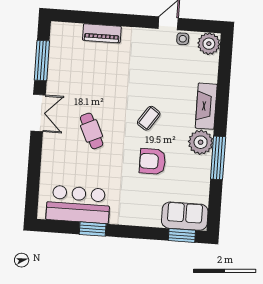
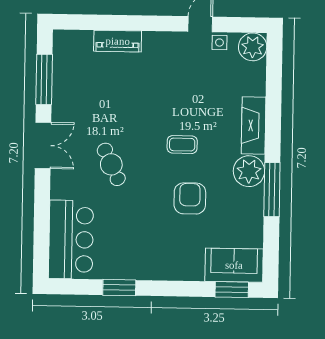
coffee table: (149, 118) -> (182, 145), turned 56
armchair: (152, 161) -> (190, 198), turned 90
bar counter: (78, 204) -> (71, 240), moved, turned 90

